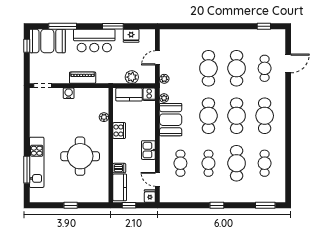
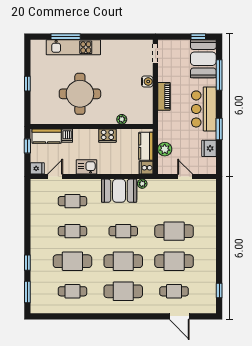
plant: (164, 79) -> (163, 184), removed
cafe table: (208, 116) -> (123, 231), width x0.73, depth x0.74
window: (217, 205) -> (27, 263), moved

